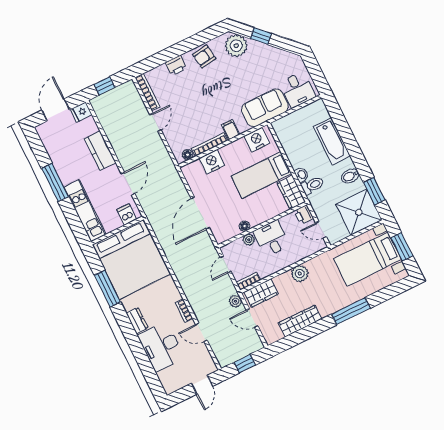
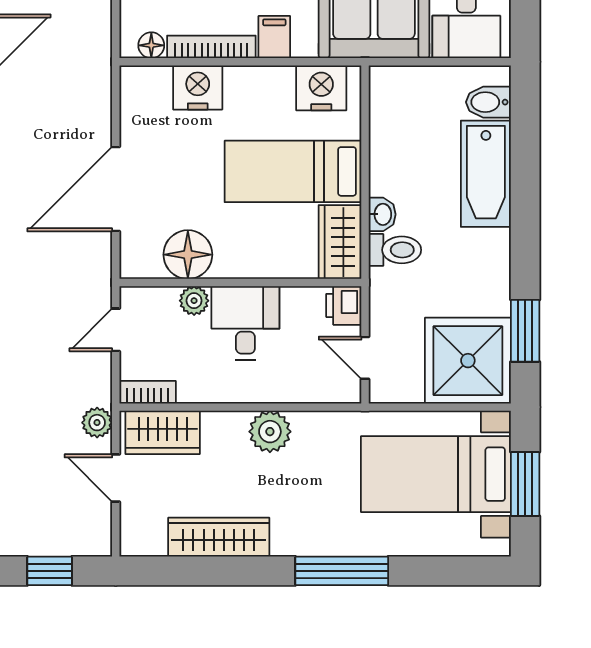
bidet: (350, 176) -> (488, 102), moved
floor lamp: (244, 226) -> (188, 255), width x1.89, depth x1.89

